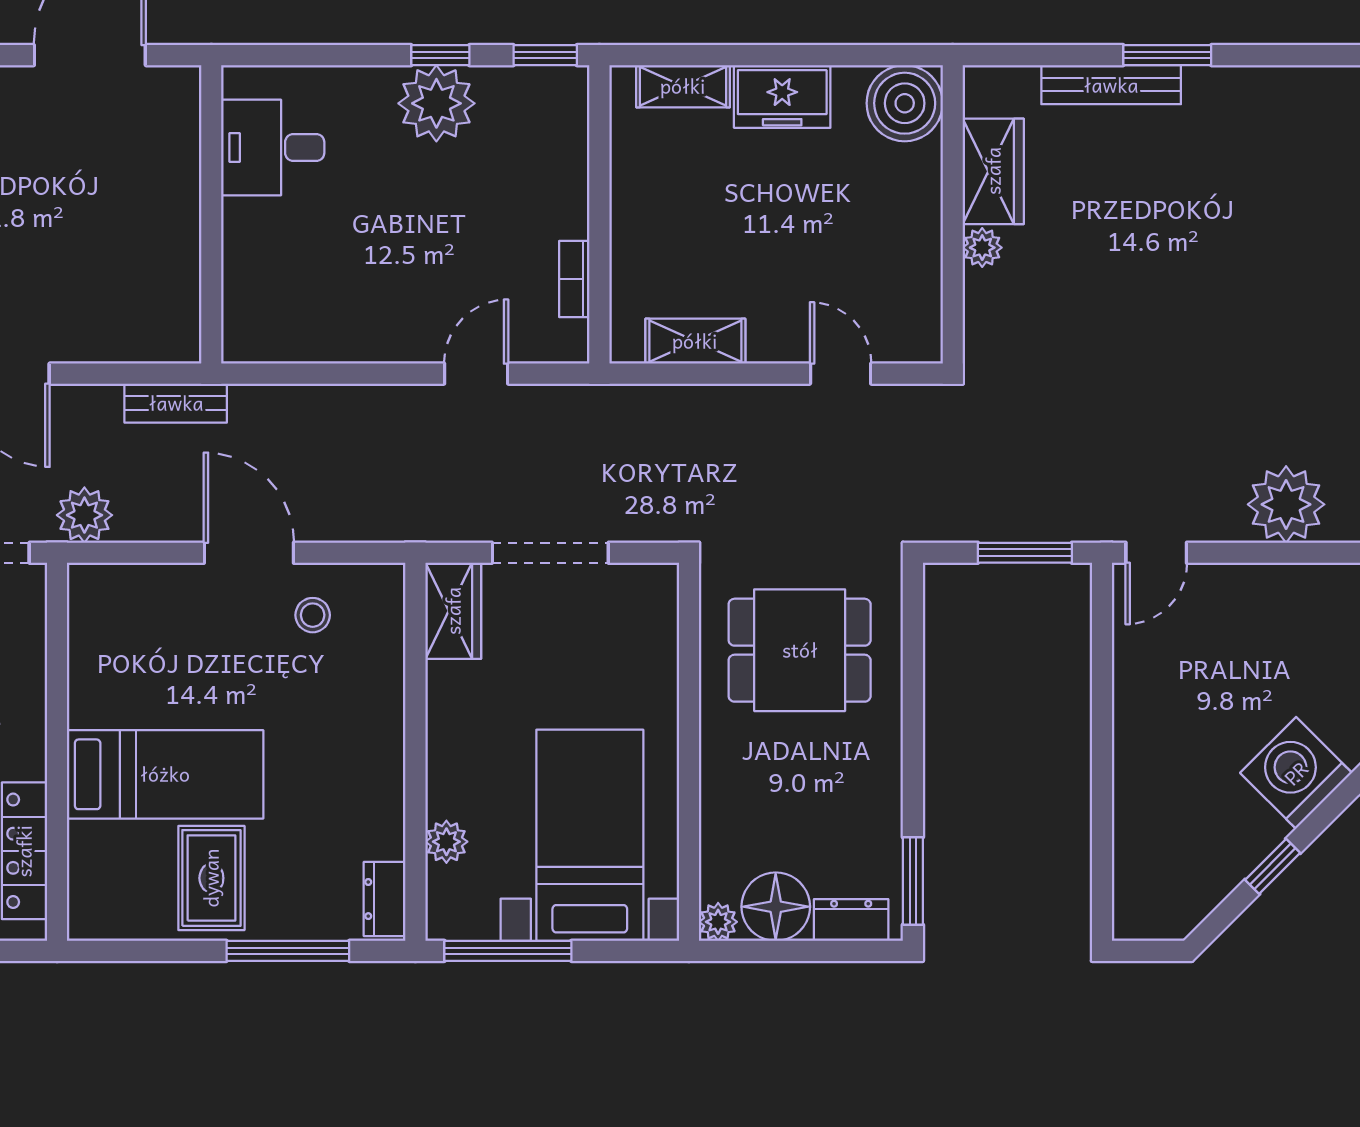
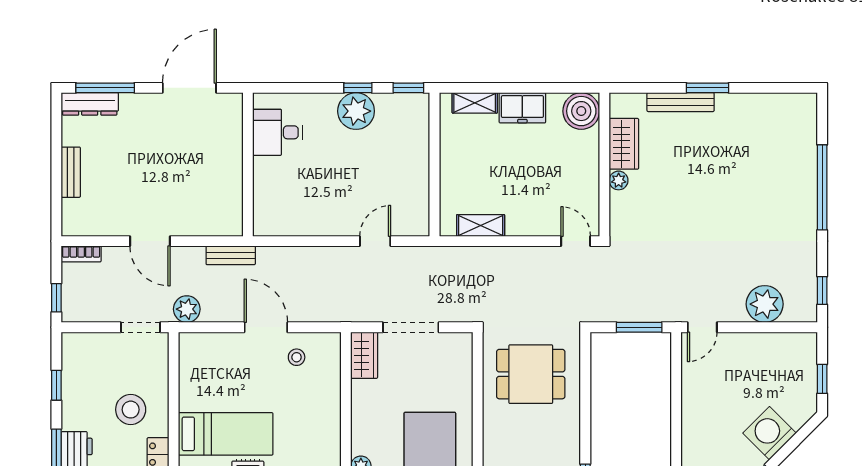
bookcase: (574, 279) -> (422, 196), removed
door: (841, 374) -> (576, 241), moved

